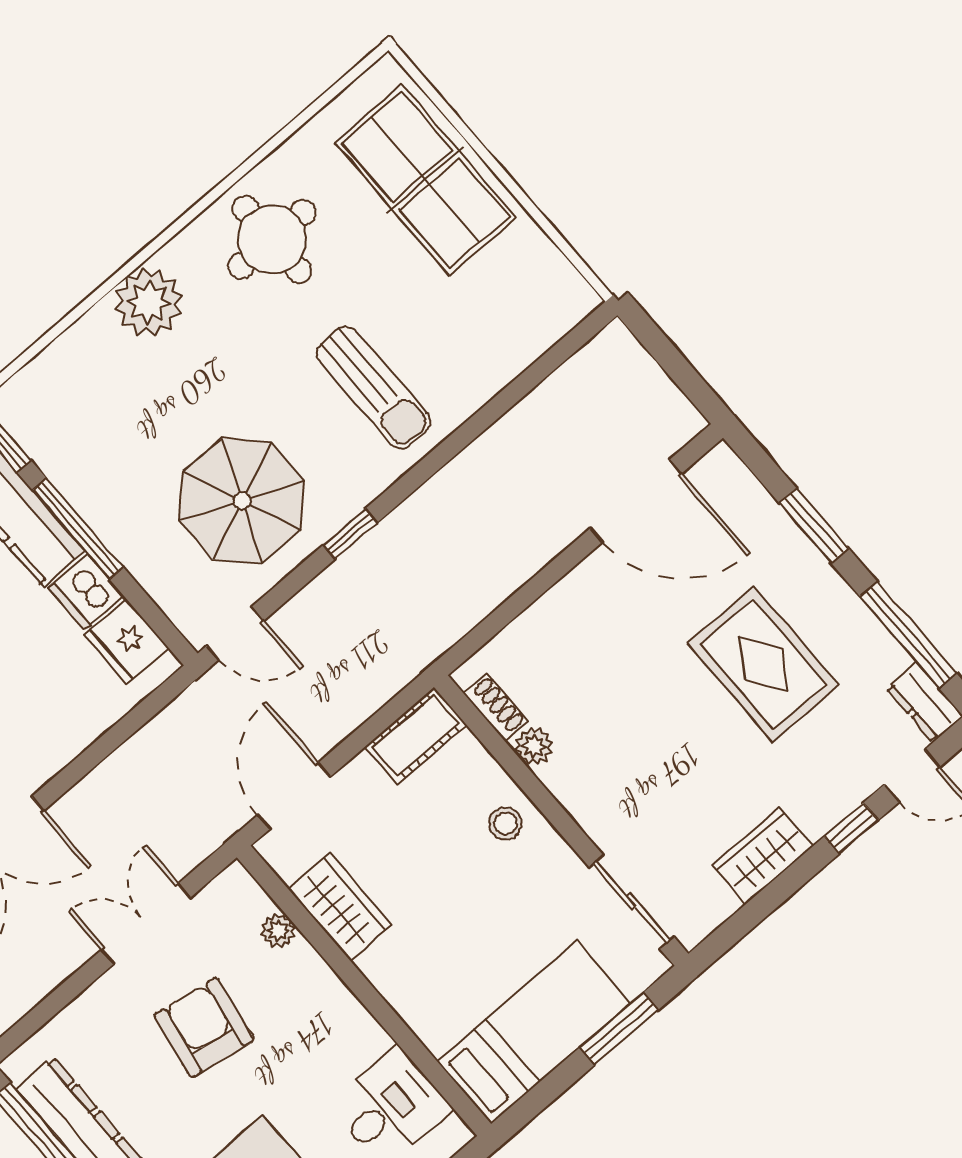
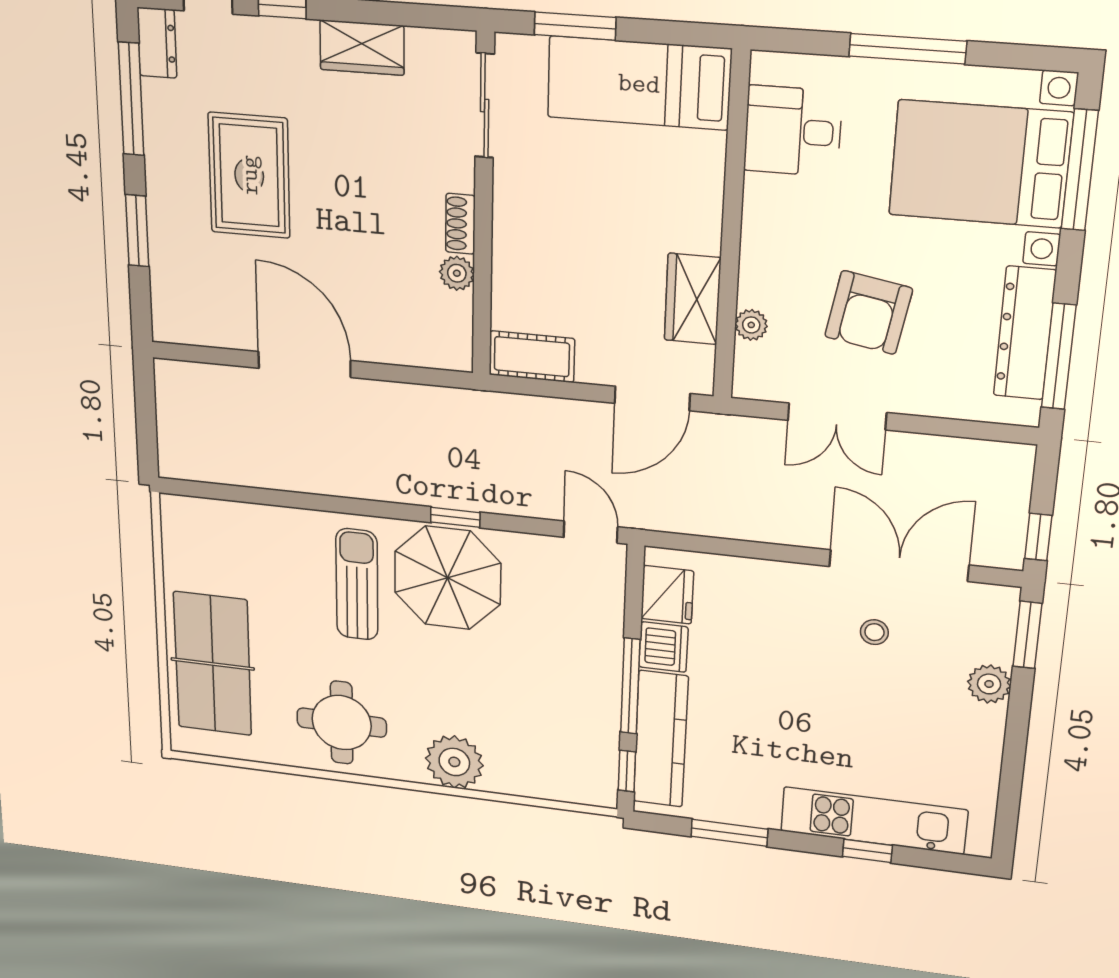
parasol: (242, 501) -> (448, 578), moved
door: (636, 501) -> (304, 364), moved
shoe rack: (496, 707) -> (460, 224), moved
stool: (505, 824) -> (524, 243), removed

